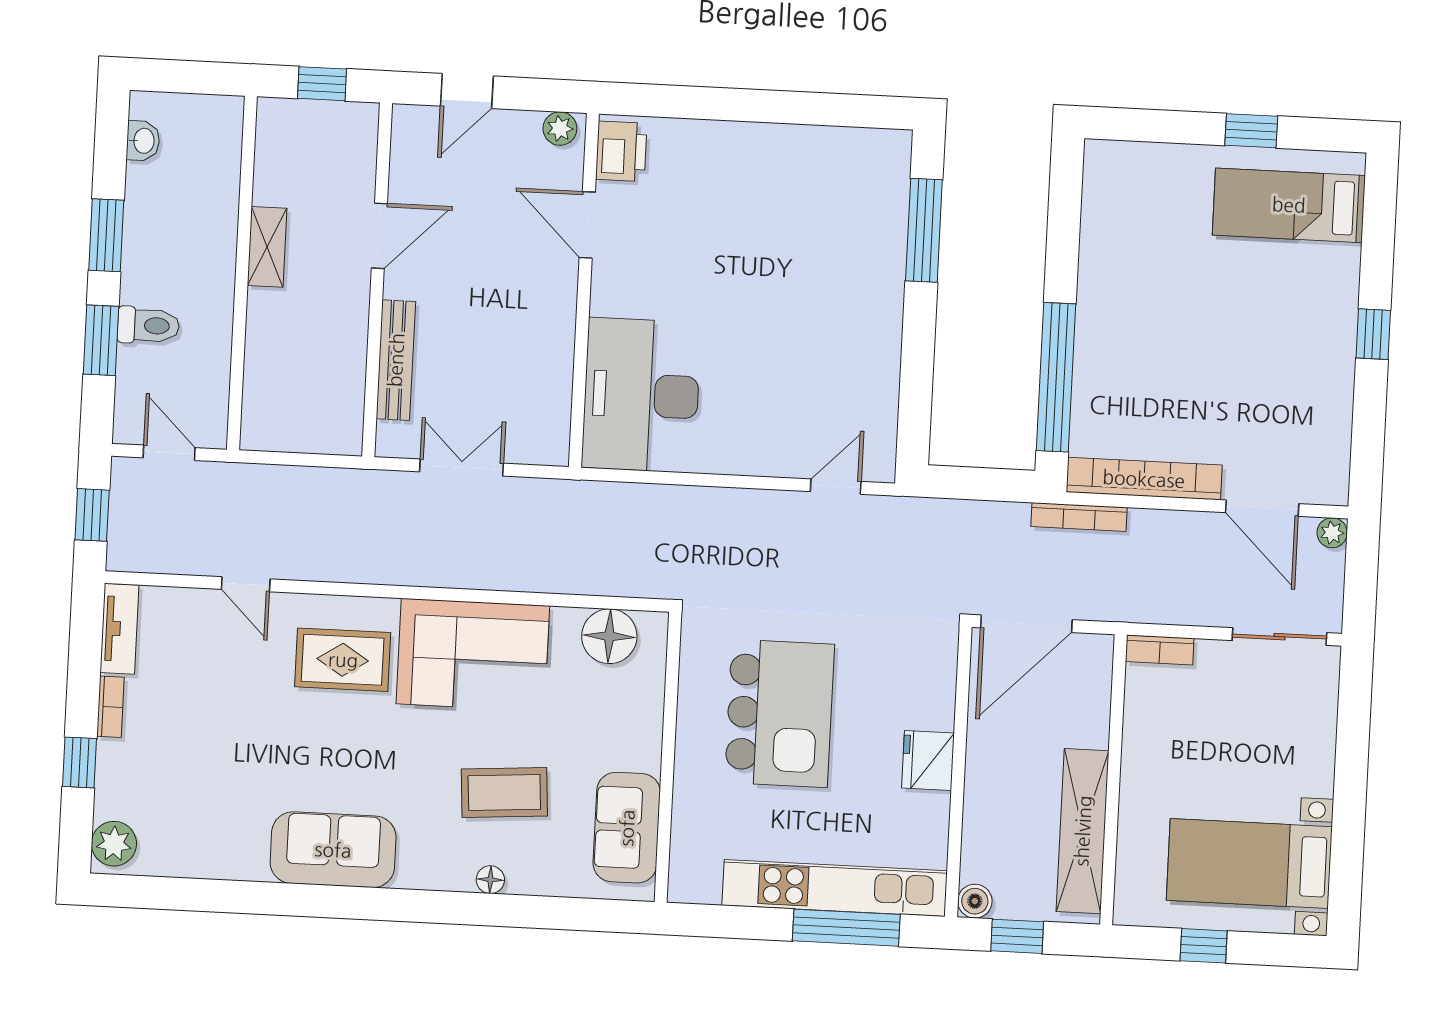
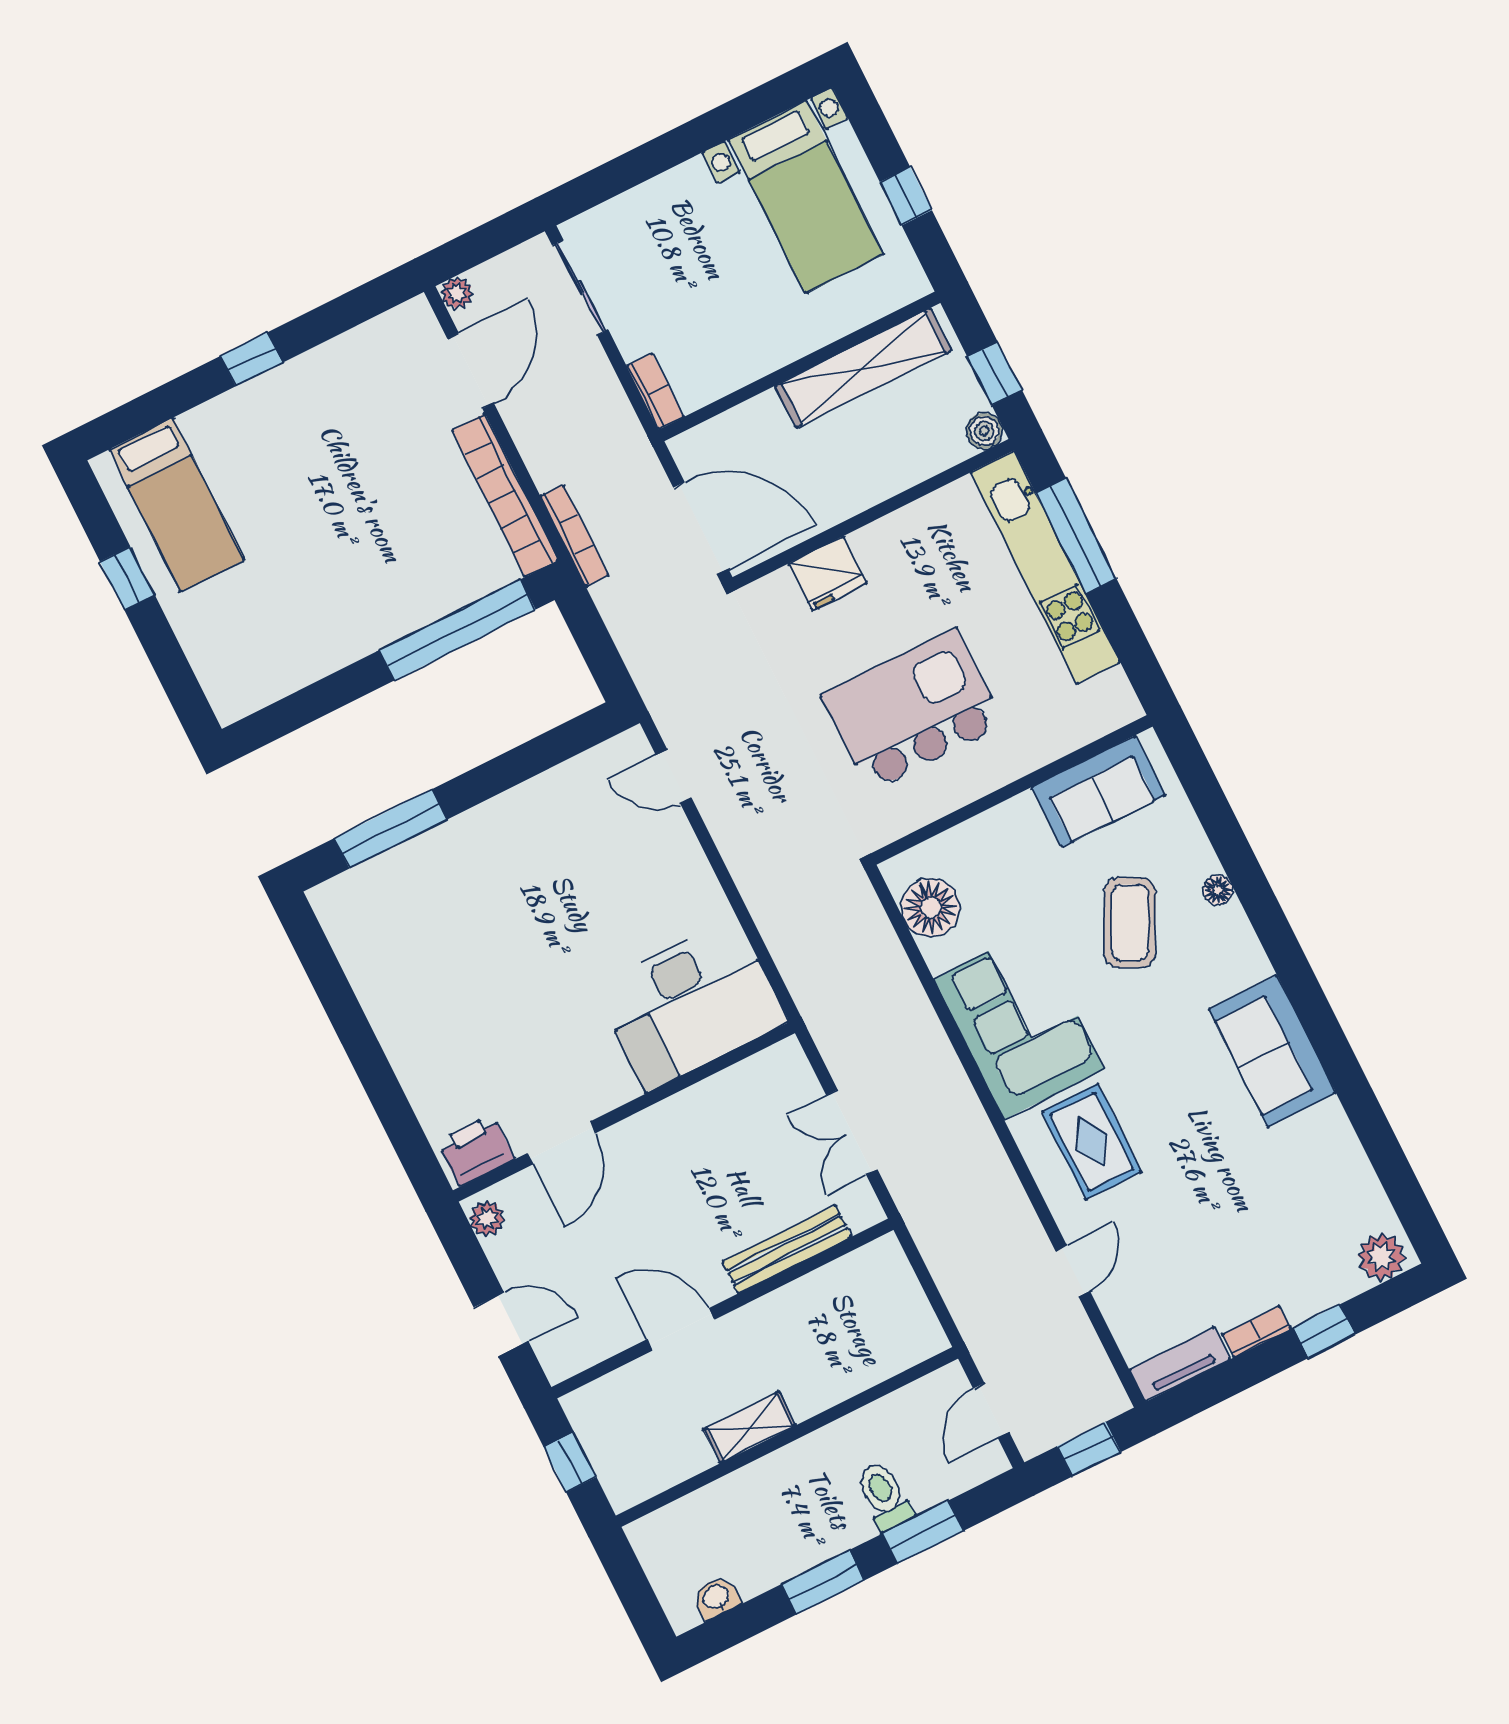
fridge: (928, 760) -> (828, 573), moved
coffee table: (504, 792) -> (1130, 923), turned 31

